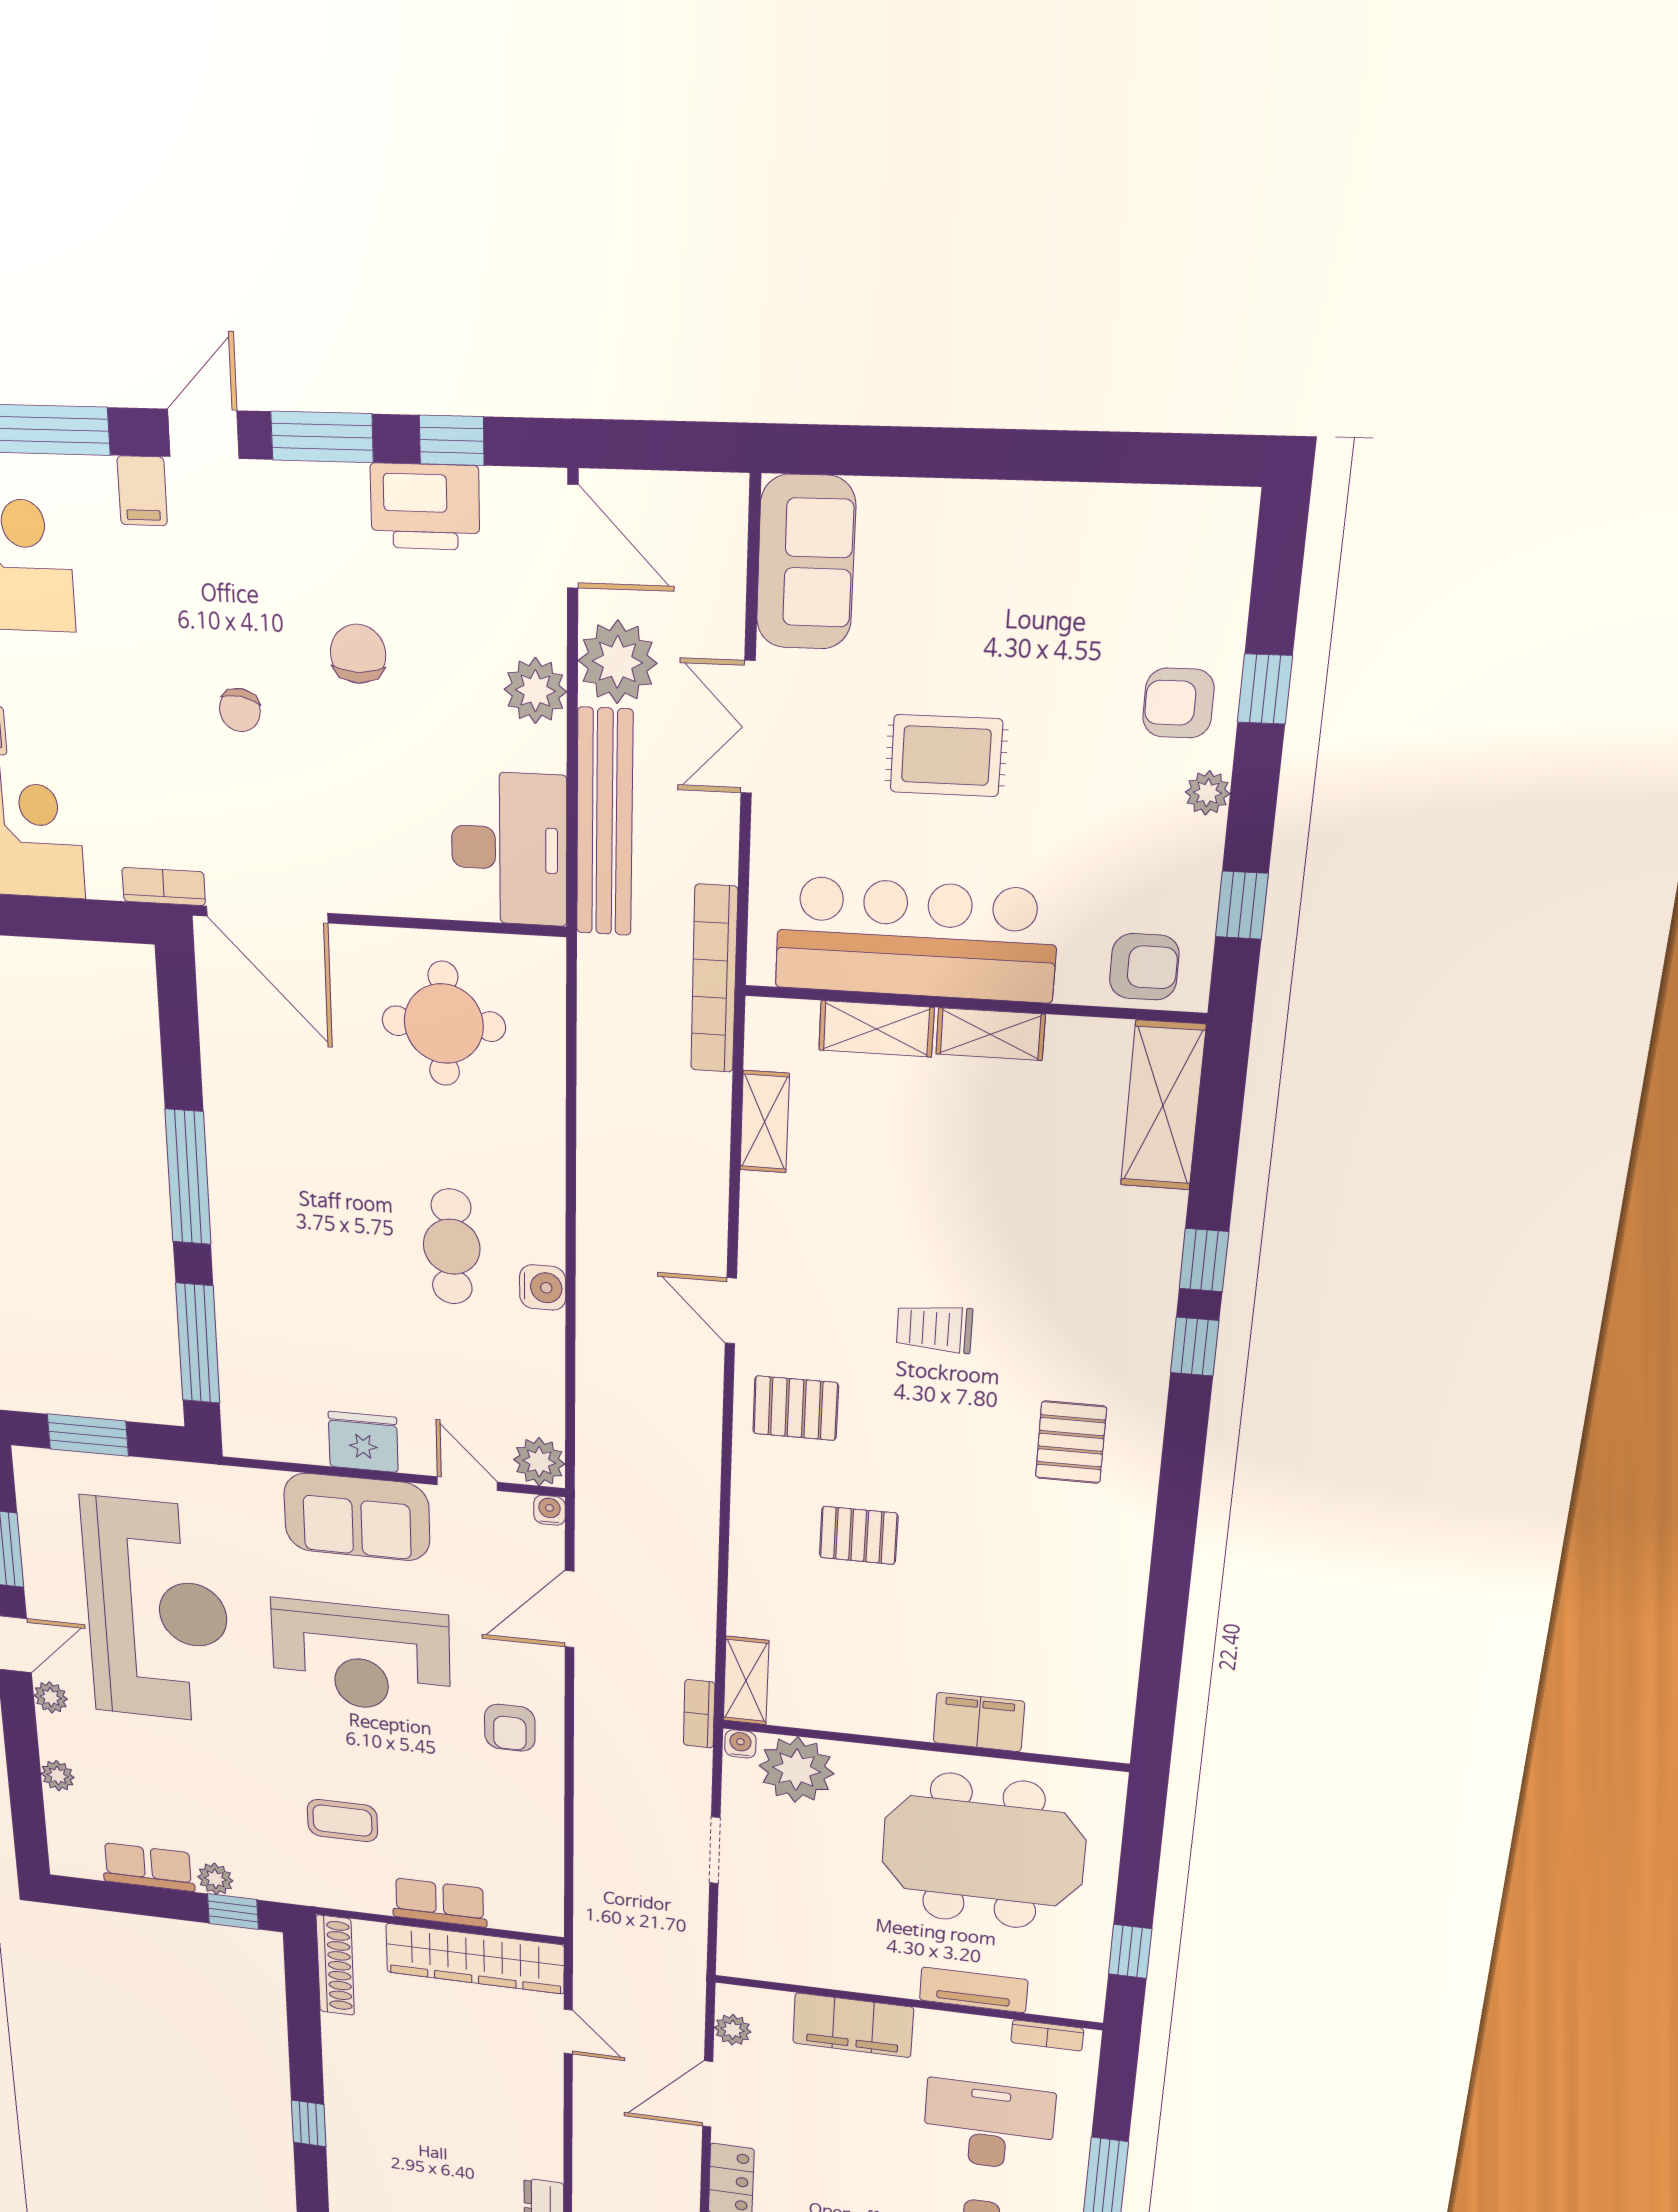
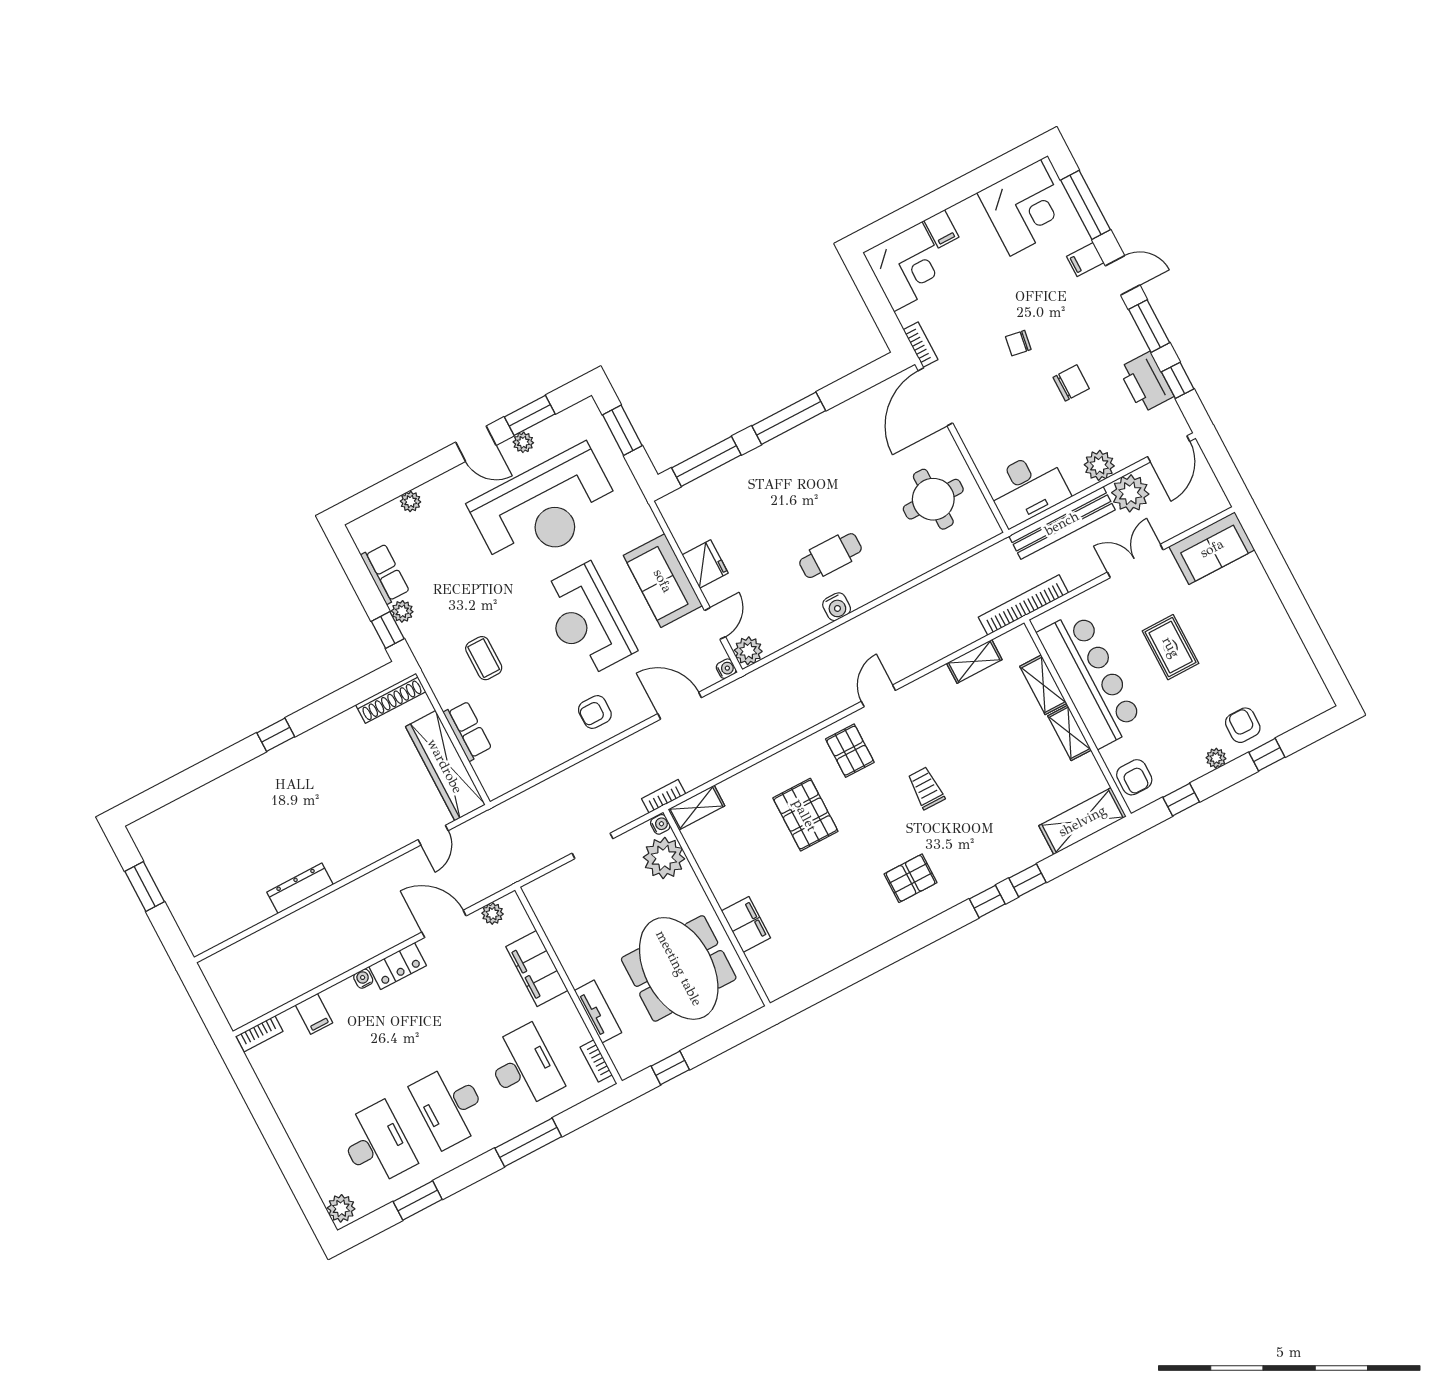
pallet: (859, 1535) -> (805, 815), width x1.50, depth x1.42
plant: (51, 1697) -> (523, 442), moved

